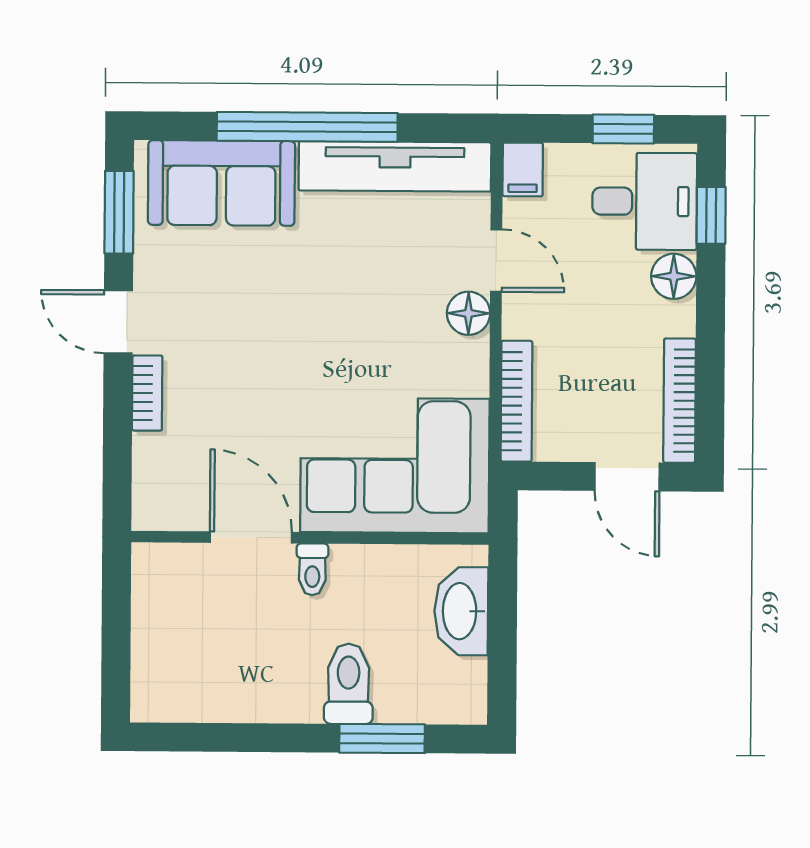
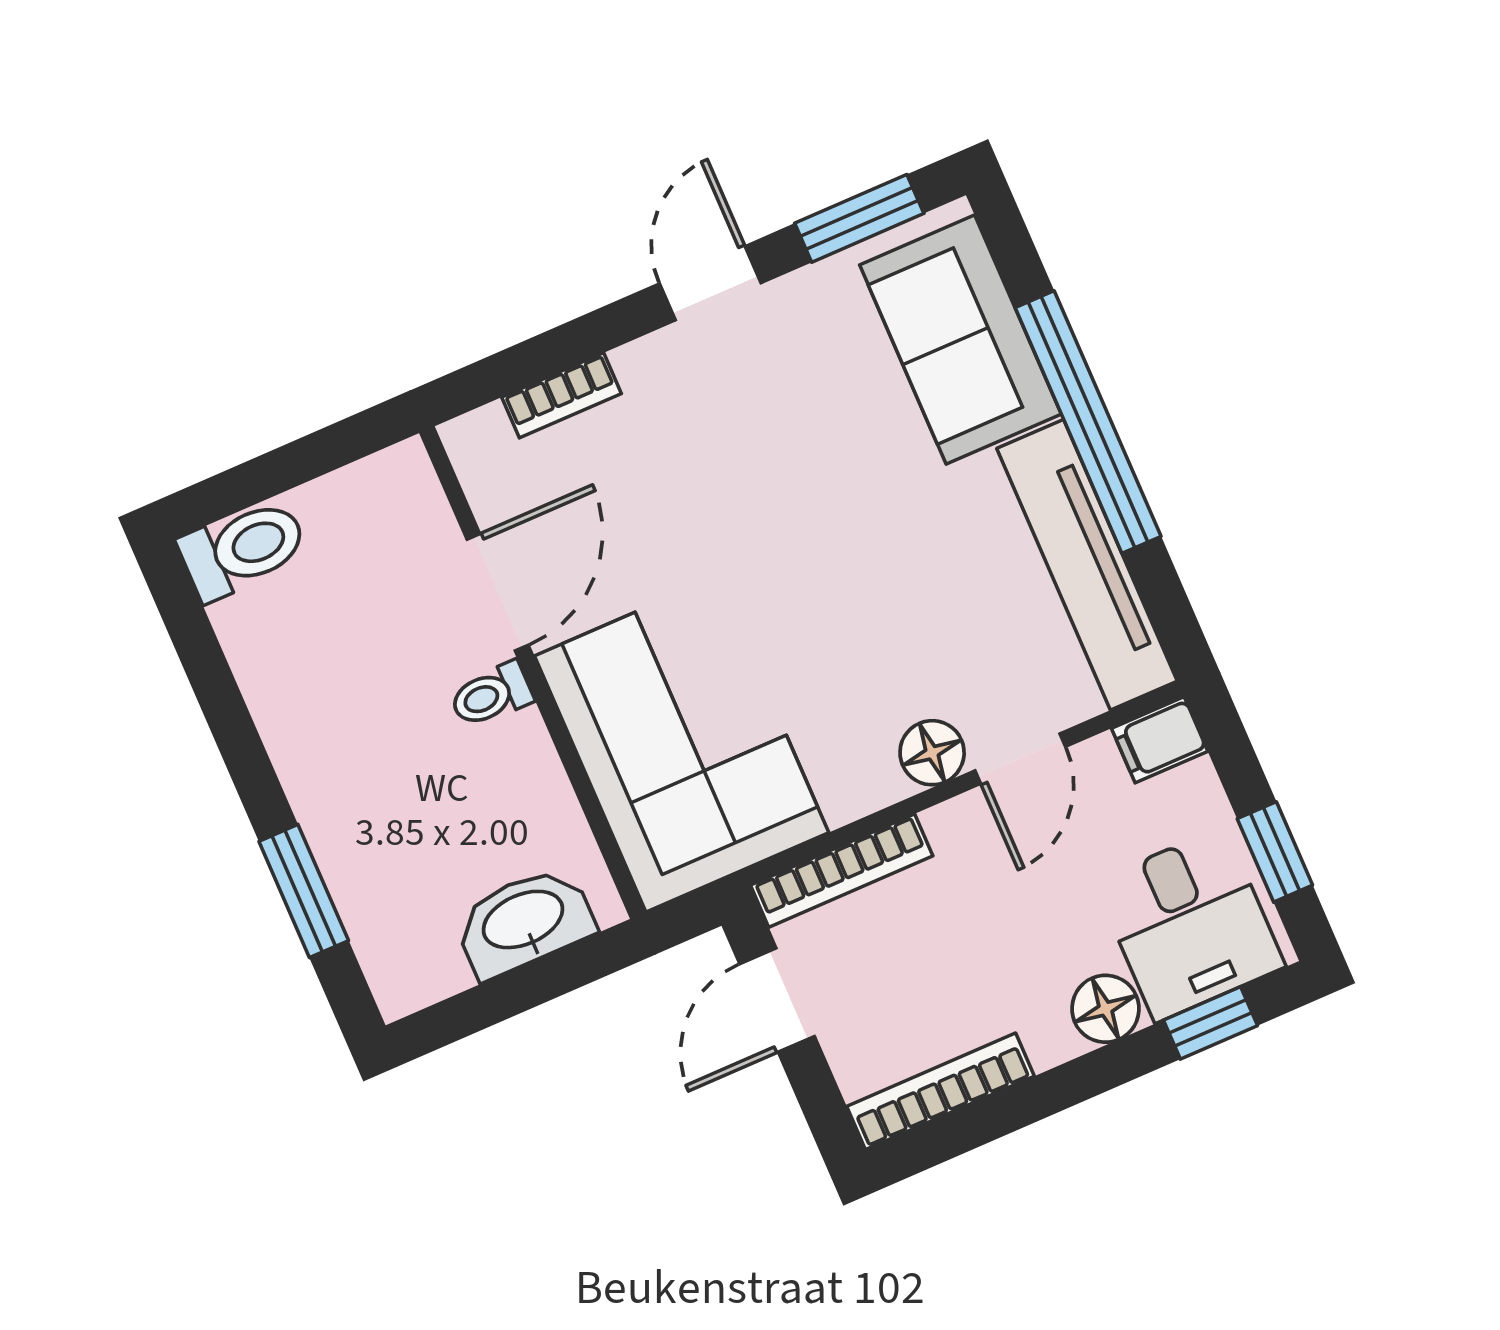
bookcase: (147, 393) -> (562, 395), moved
door: (627, 477) -> (777, 1000), moved
toilet: (348, 684) -> (243, 549), moved

